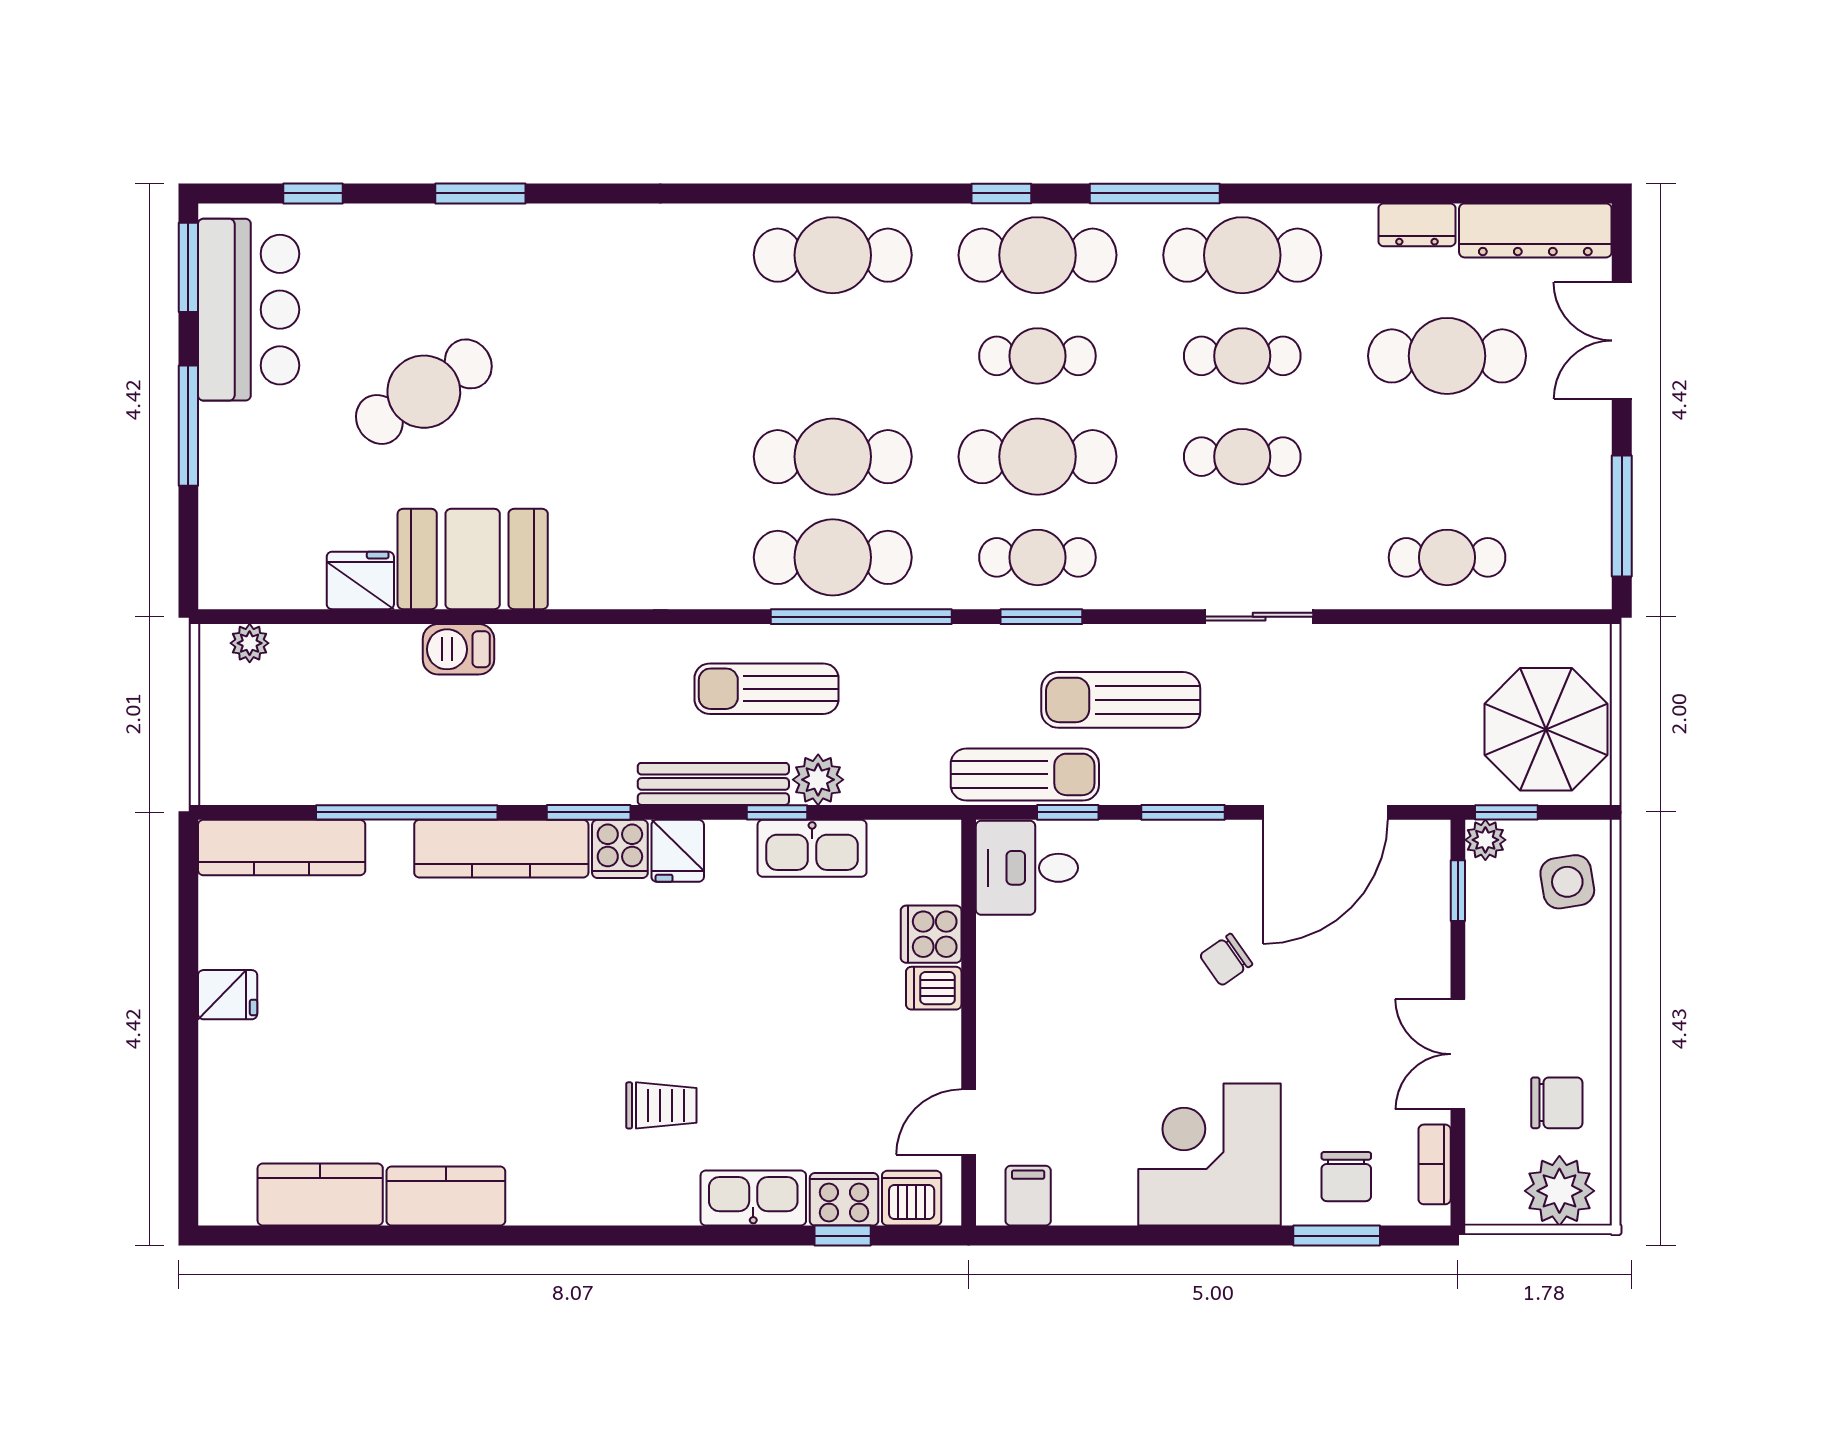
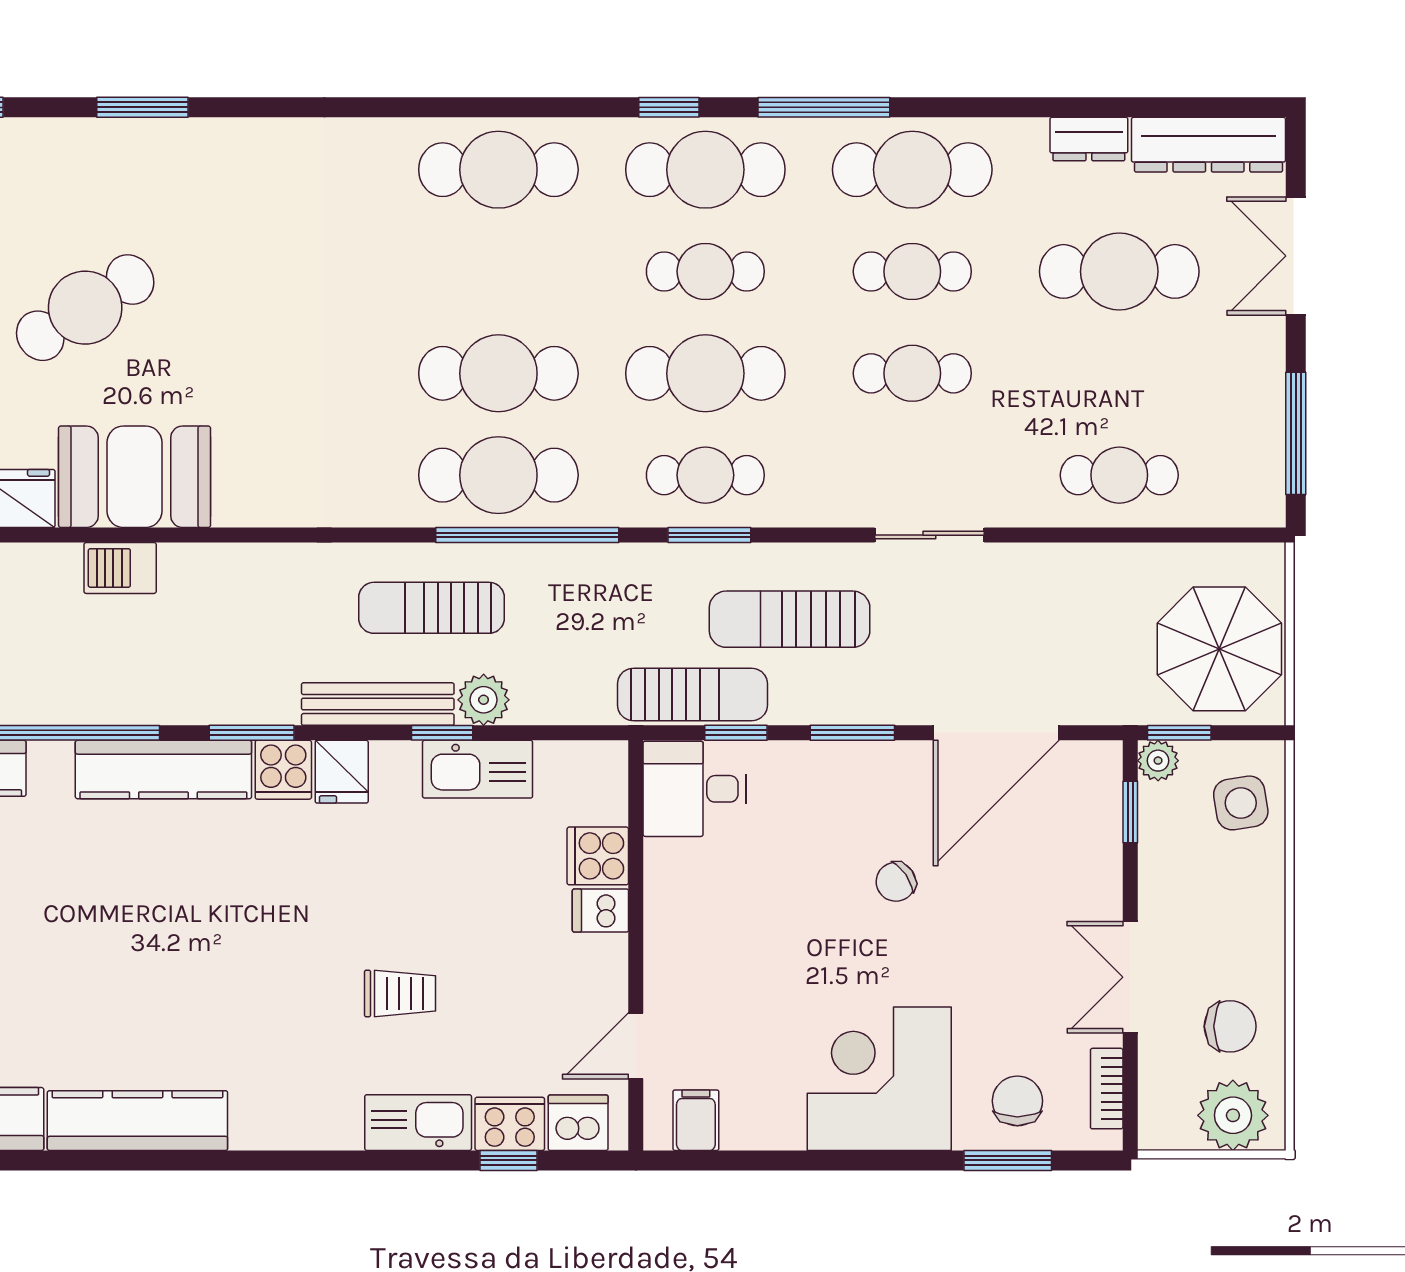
trolley: (661, 1105) -> (400, 993), moved
chair: (1346, 1177) -> (1017, 1101), turned 180
kitchen counter: (446, 1196) -> (137, 1121), width x1.50

